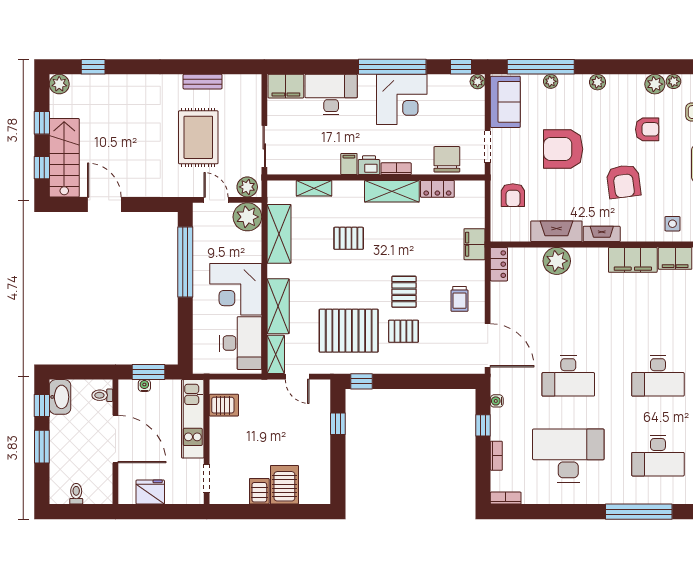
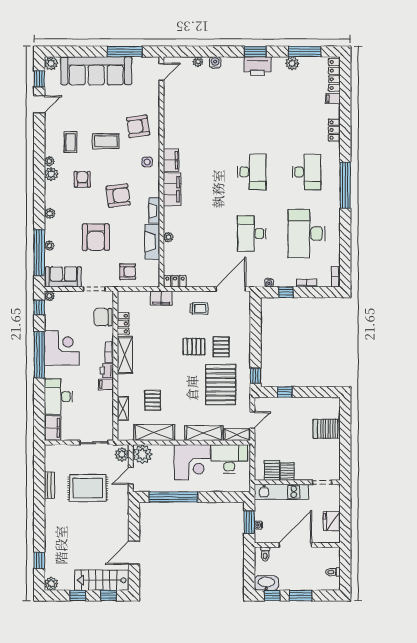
pallet: (349, 238) -> (153, 400), moved
plant: (557, 261) -> (168, 237), width x0.53, depth x0.53
desk: (568, 376) -> (252, 234), turned 180
server rack: (259, 491) -> (287, 471), moved, turned 90

